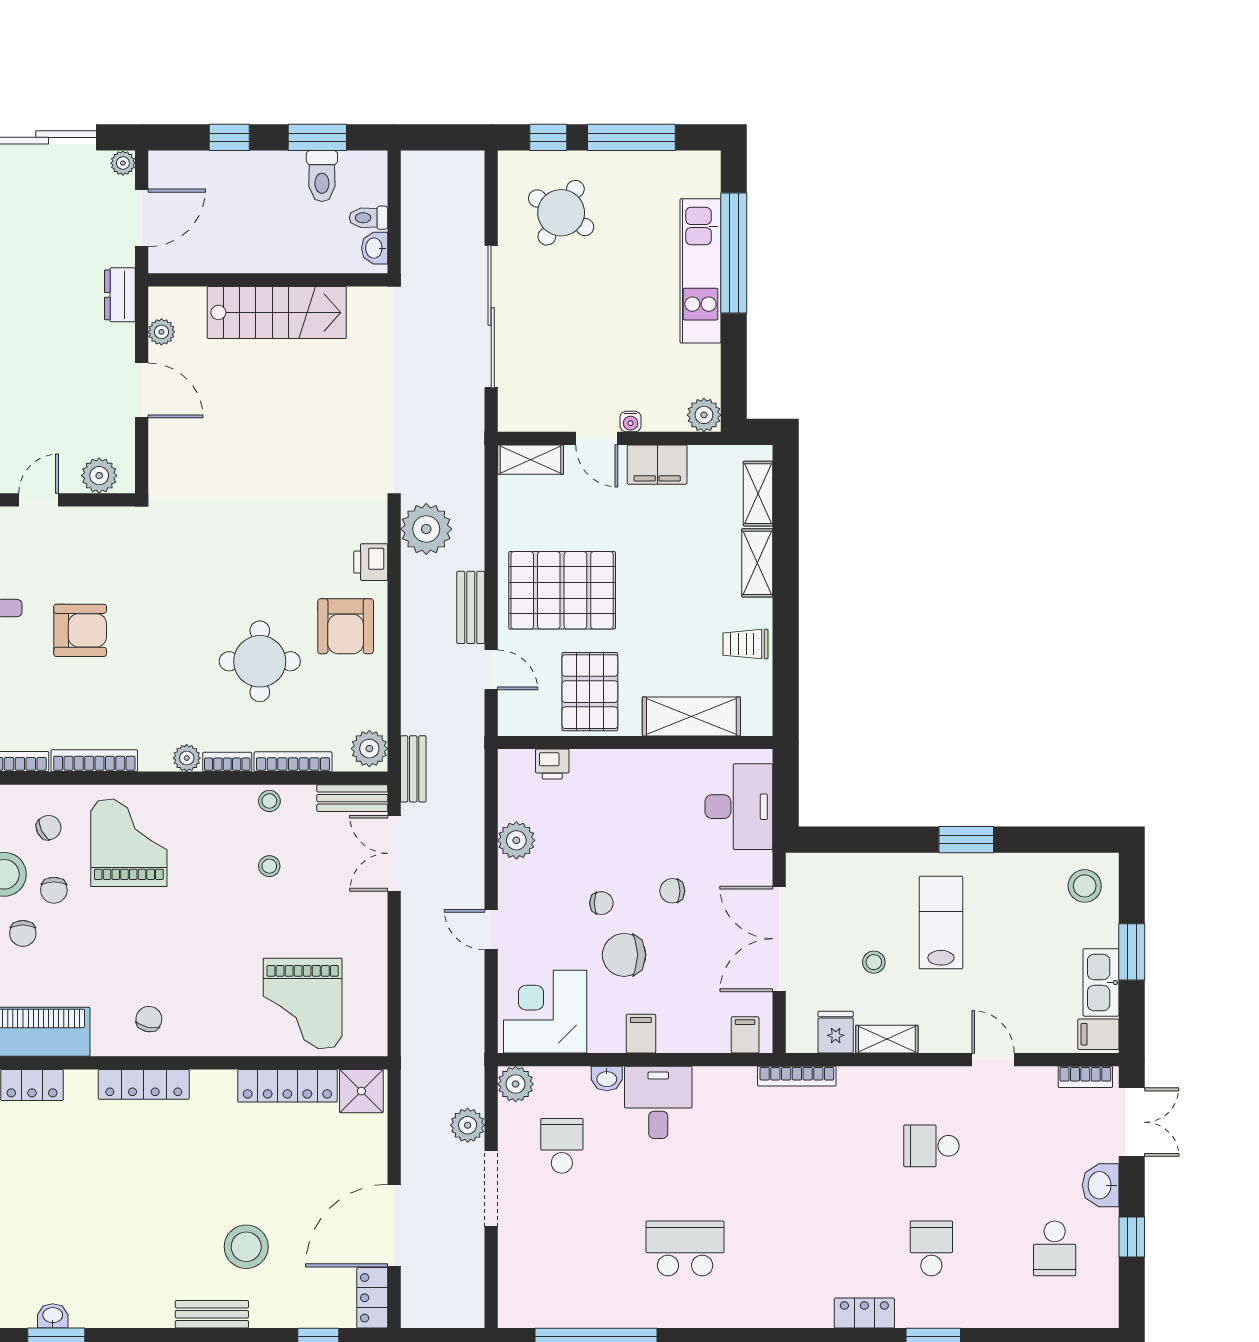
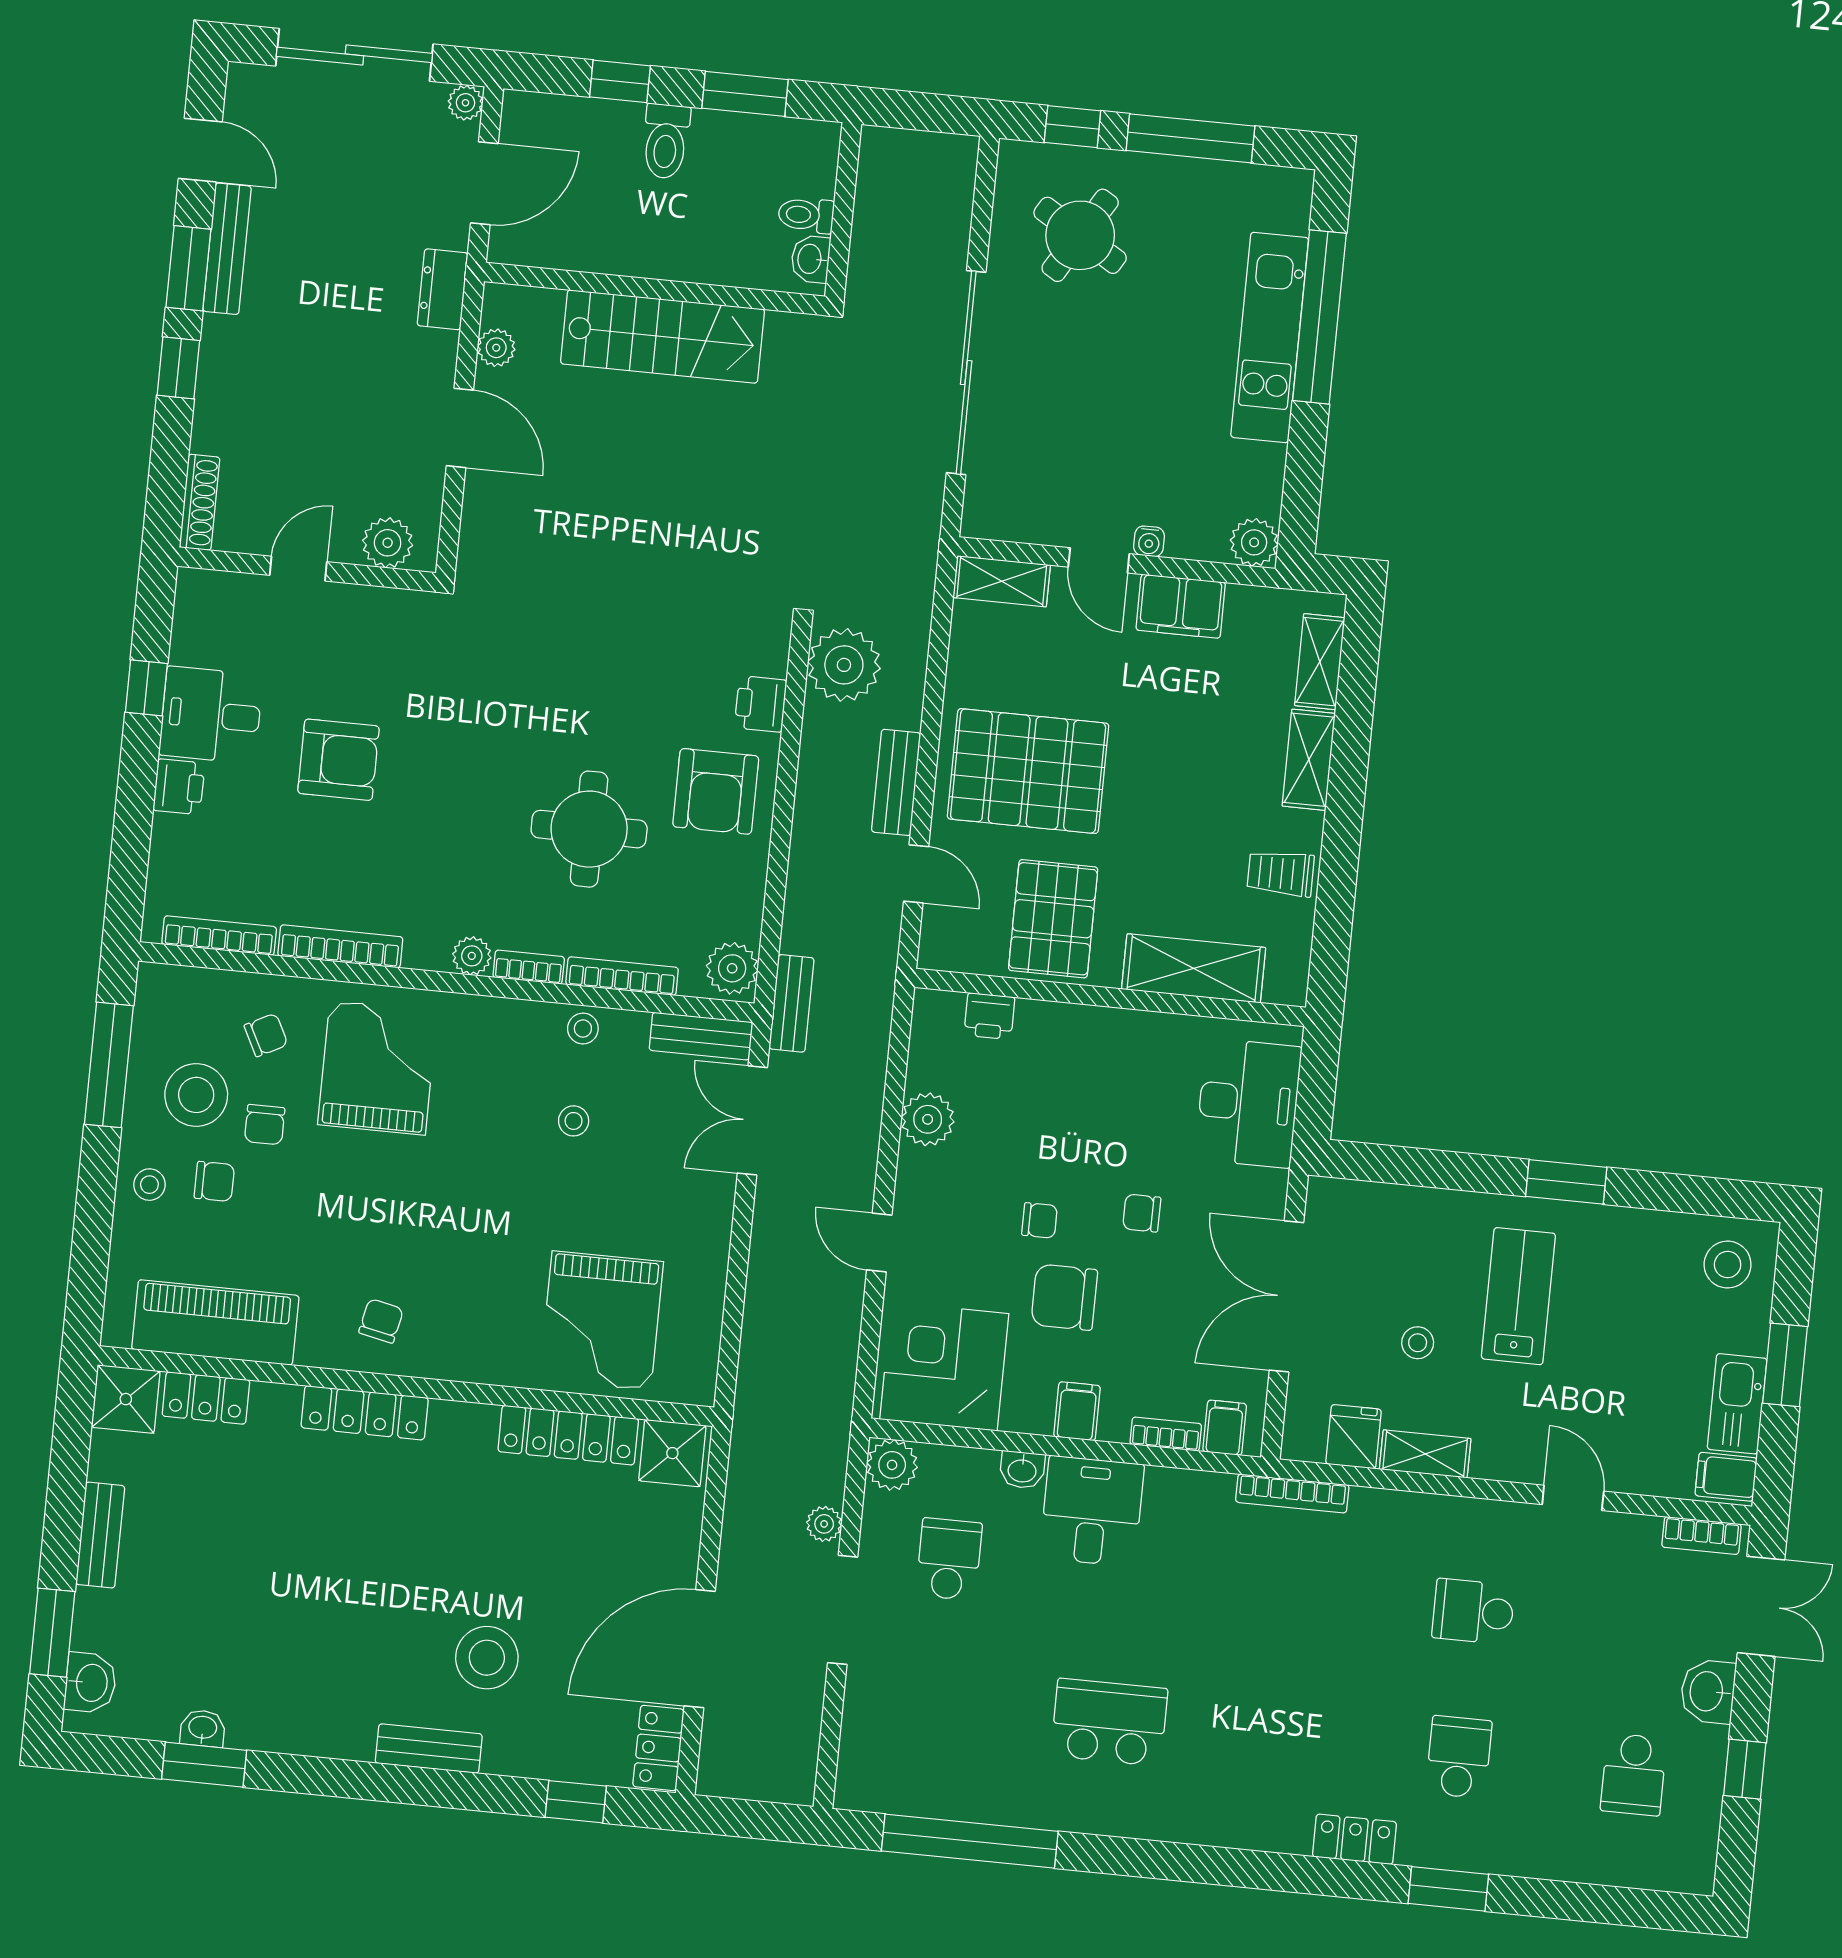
toilet: (322, 176) -> (666, 141), moved
chair: (23, 933) -> (214, 1181), turned -90
bookcase: (704, 1043) -> (1166, 1434), added
plant: (468, 1125) -> (824, 1524), width x0.73, depth x0.73

